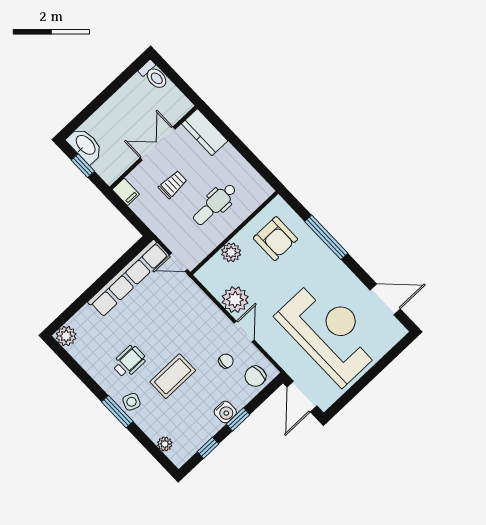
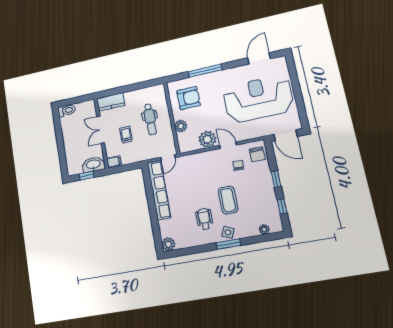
washbasin: (85, 145) -> (93, 165), moved
water cooler: (225, 412) -> (267, 184), removed

